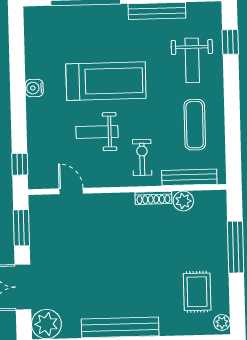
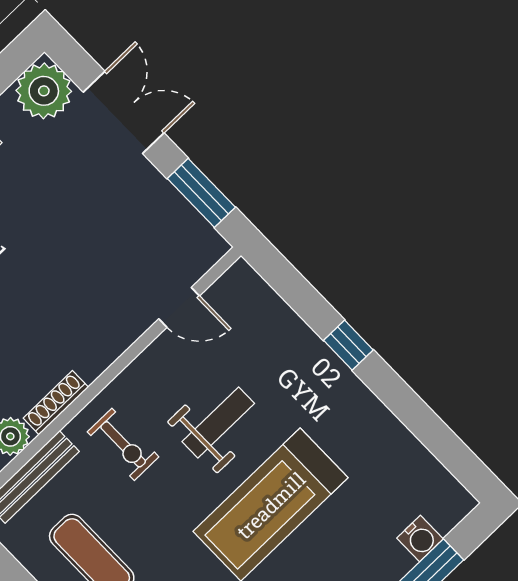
water cooler: (34, 88) -> (420, 538), moved, turned 90
window: (20, 164) -> (348, 345), moved

